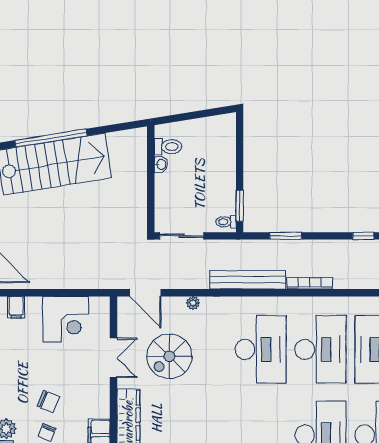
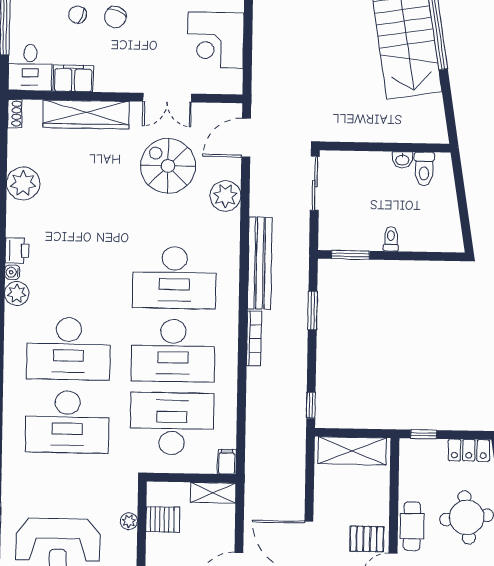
toilet: (226, 222) -> (391, 239), moved
plant: (193, 303) -> (225, 196), width x1.88, depth x1.88

